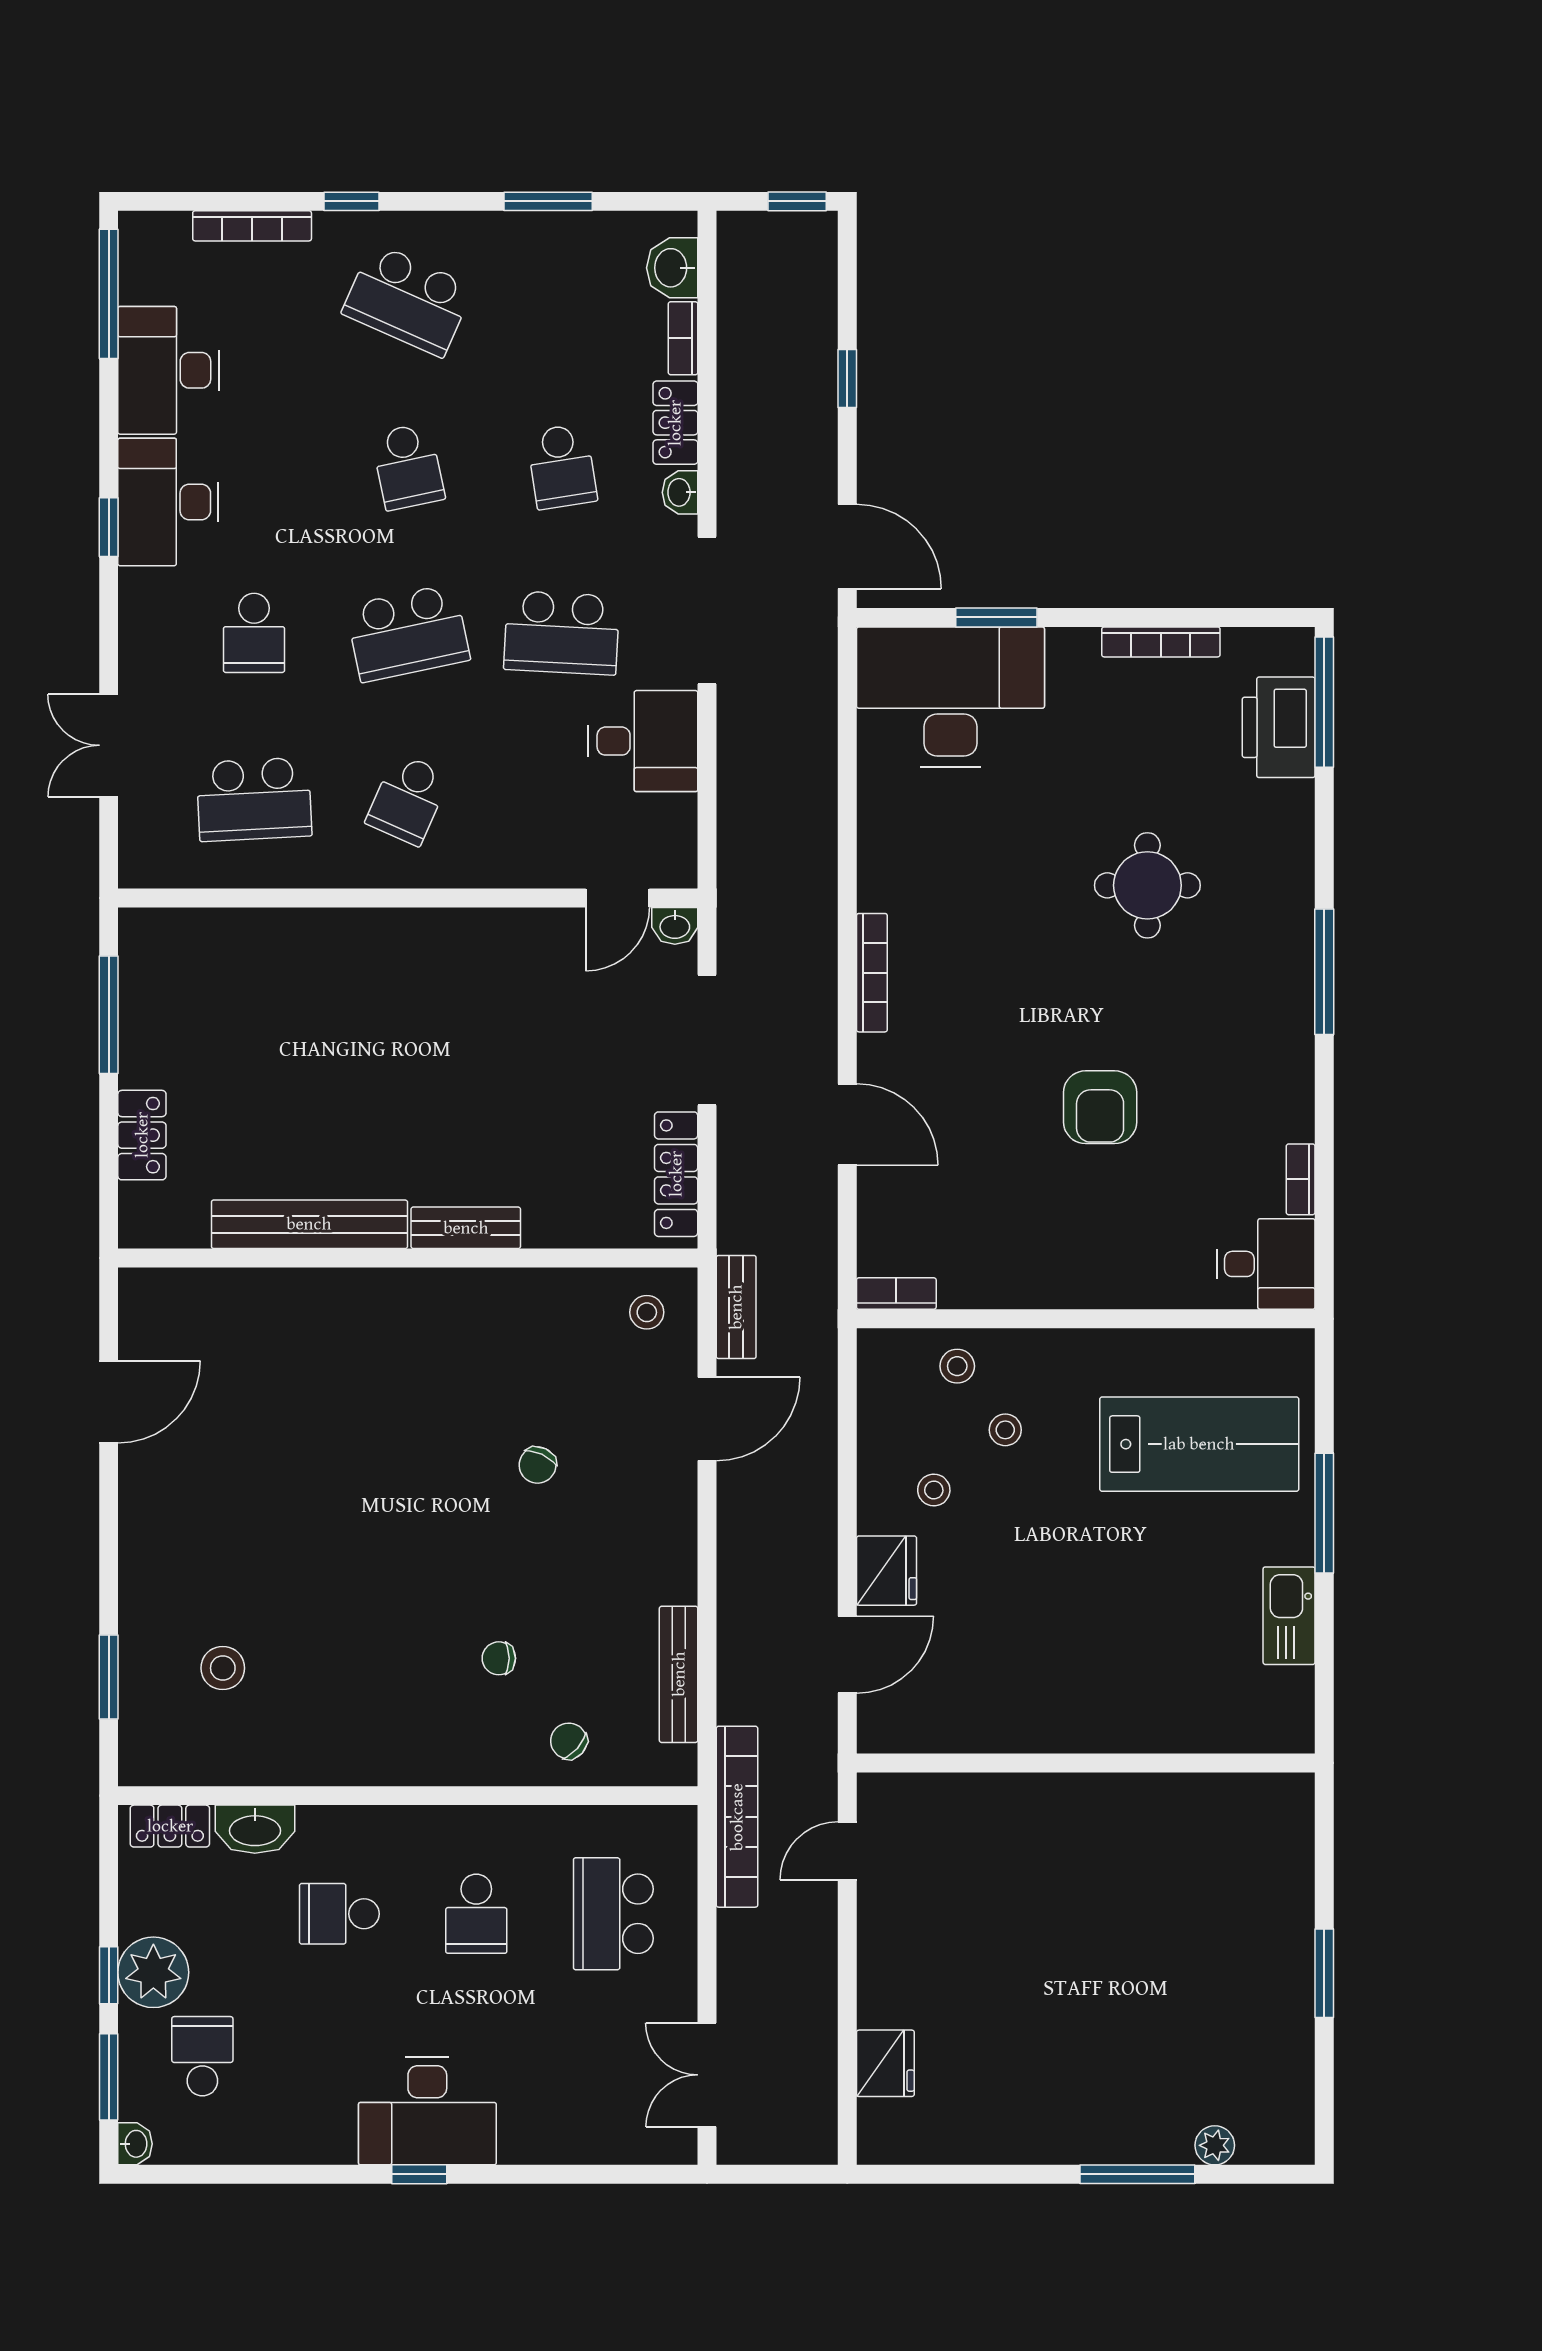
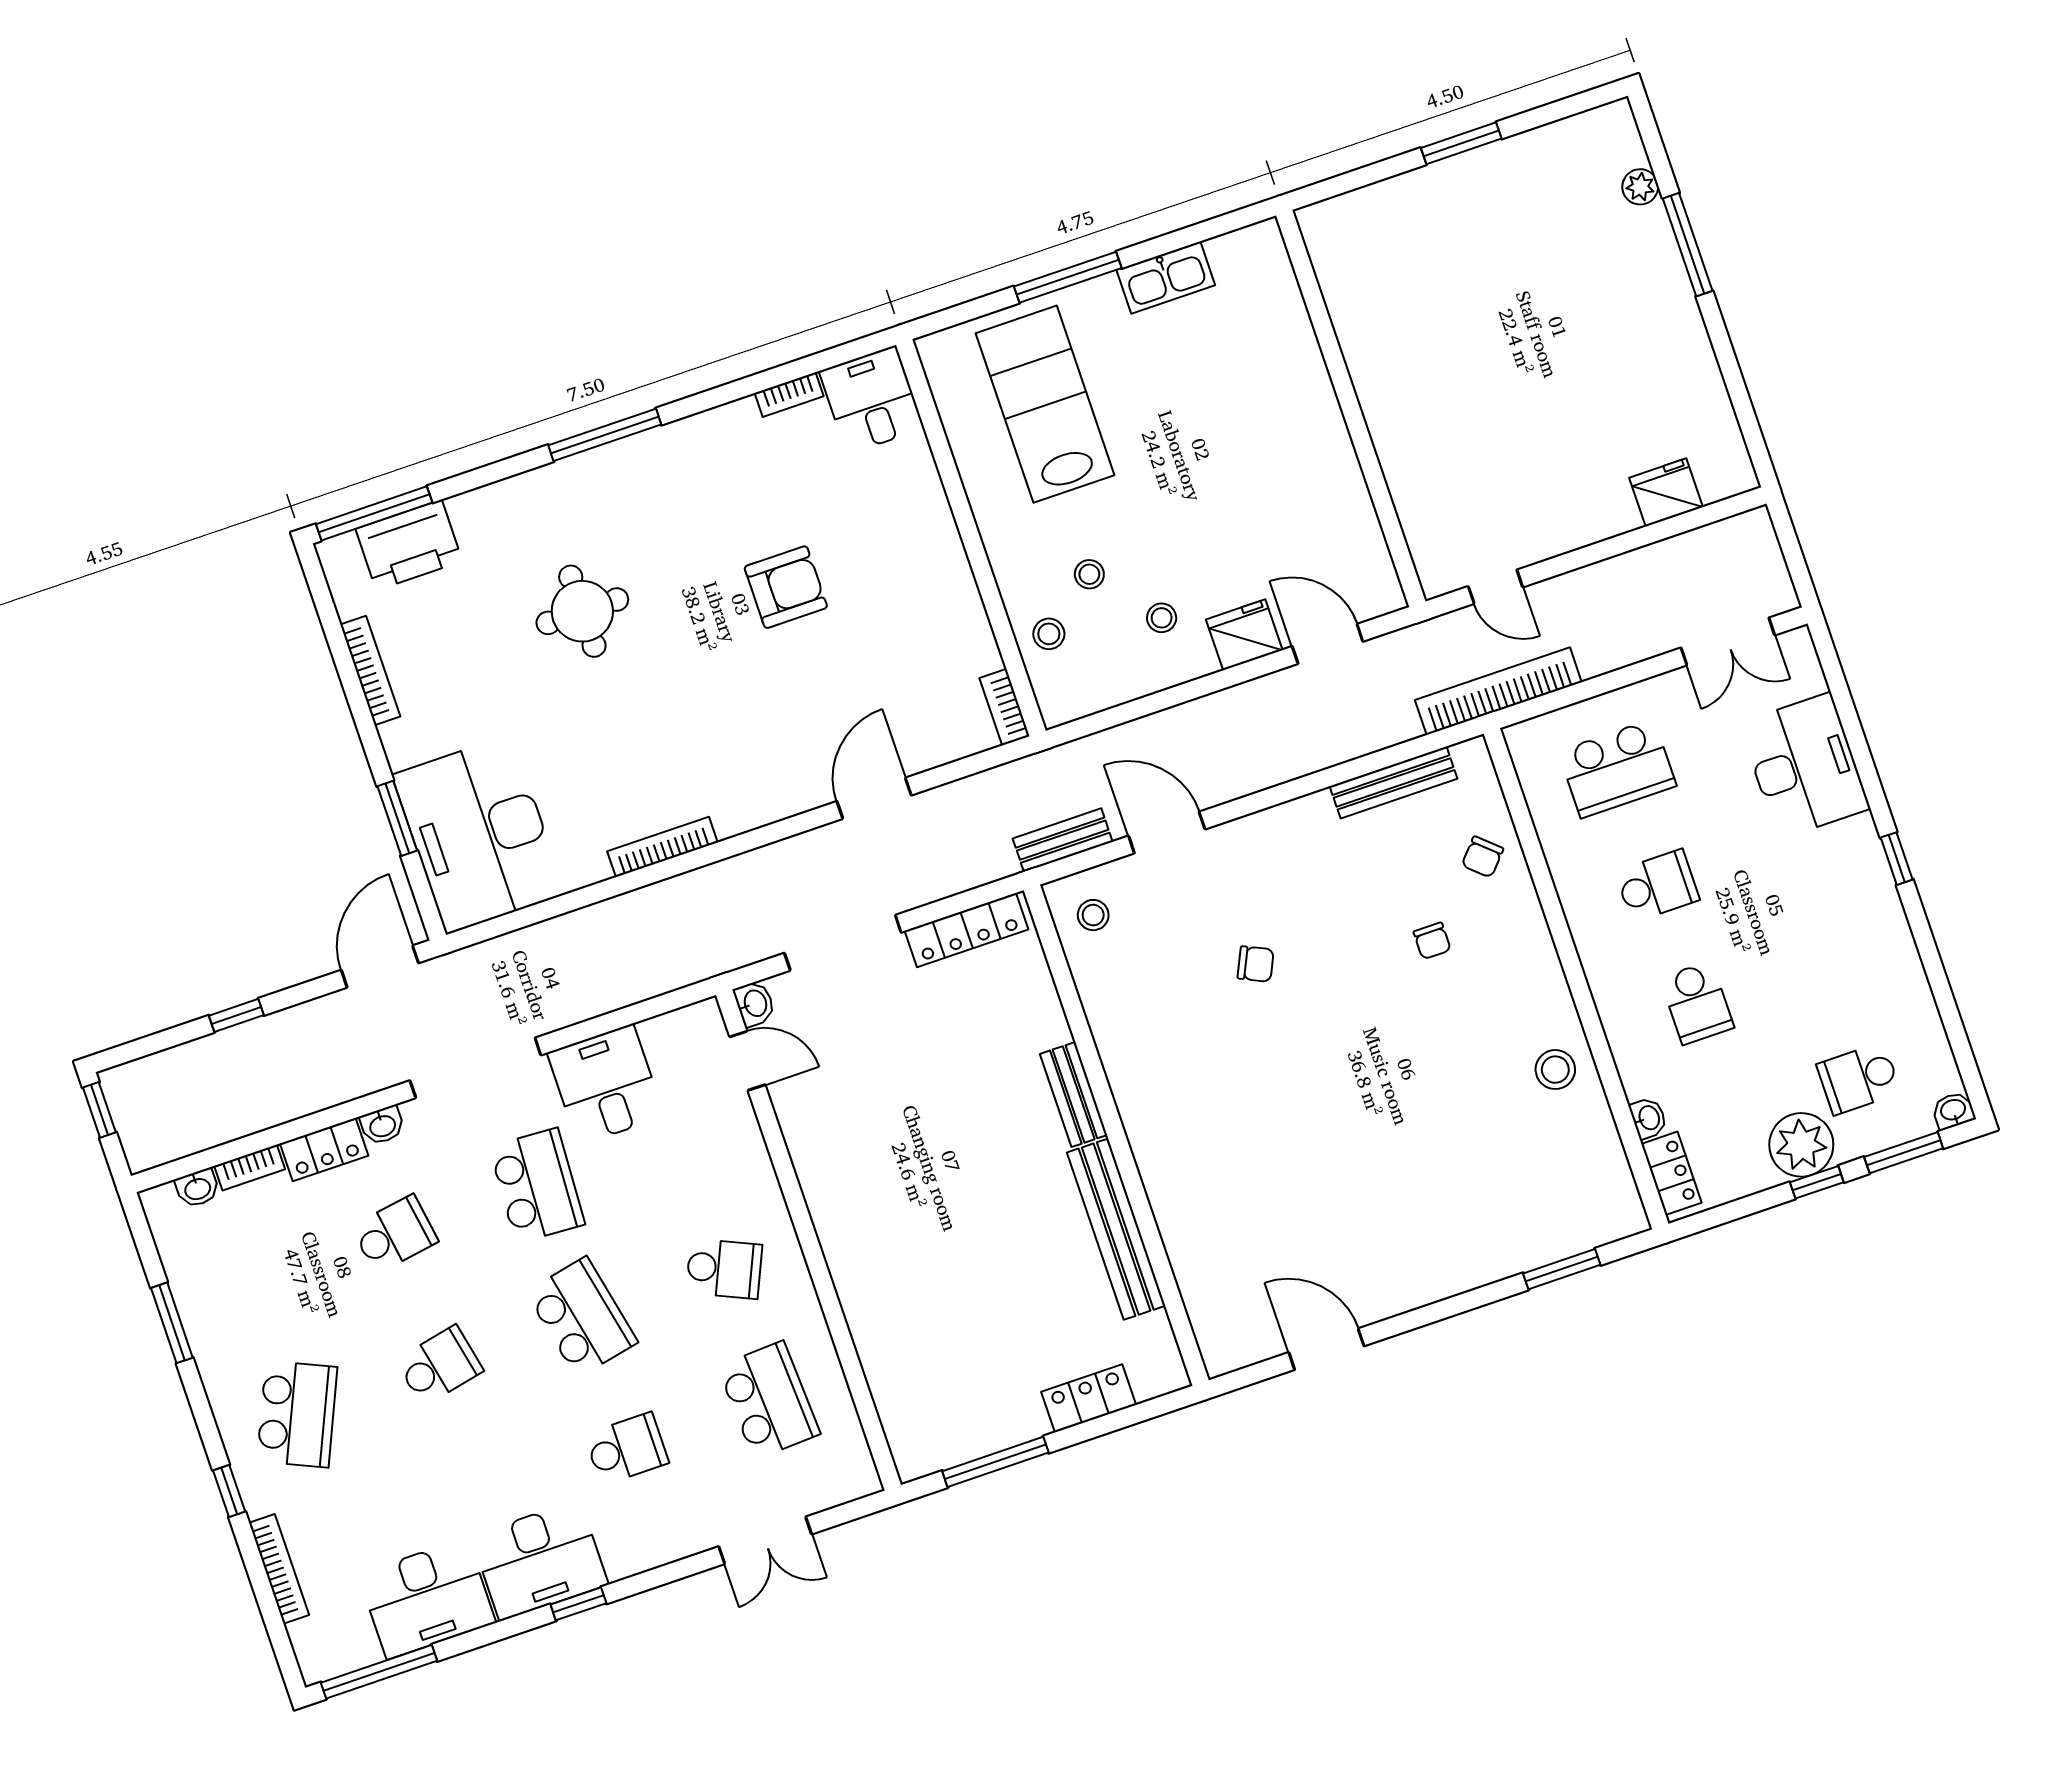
washbasin: (672, 268) -> (197, 1188), width x0.72, depth x0.69
bookcase: (872, 973) -> (662, 847), moved
stool: (223, 1668) -> (1555, 1070), moved
washbasin: (255, 1829) -> (1648, 1118), width x0.52, depth x0.69
desk: (427, 2111) -> (1805, 766), moved

